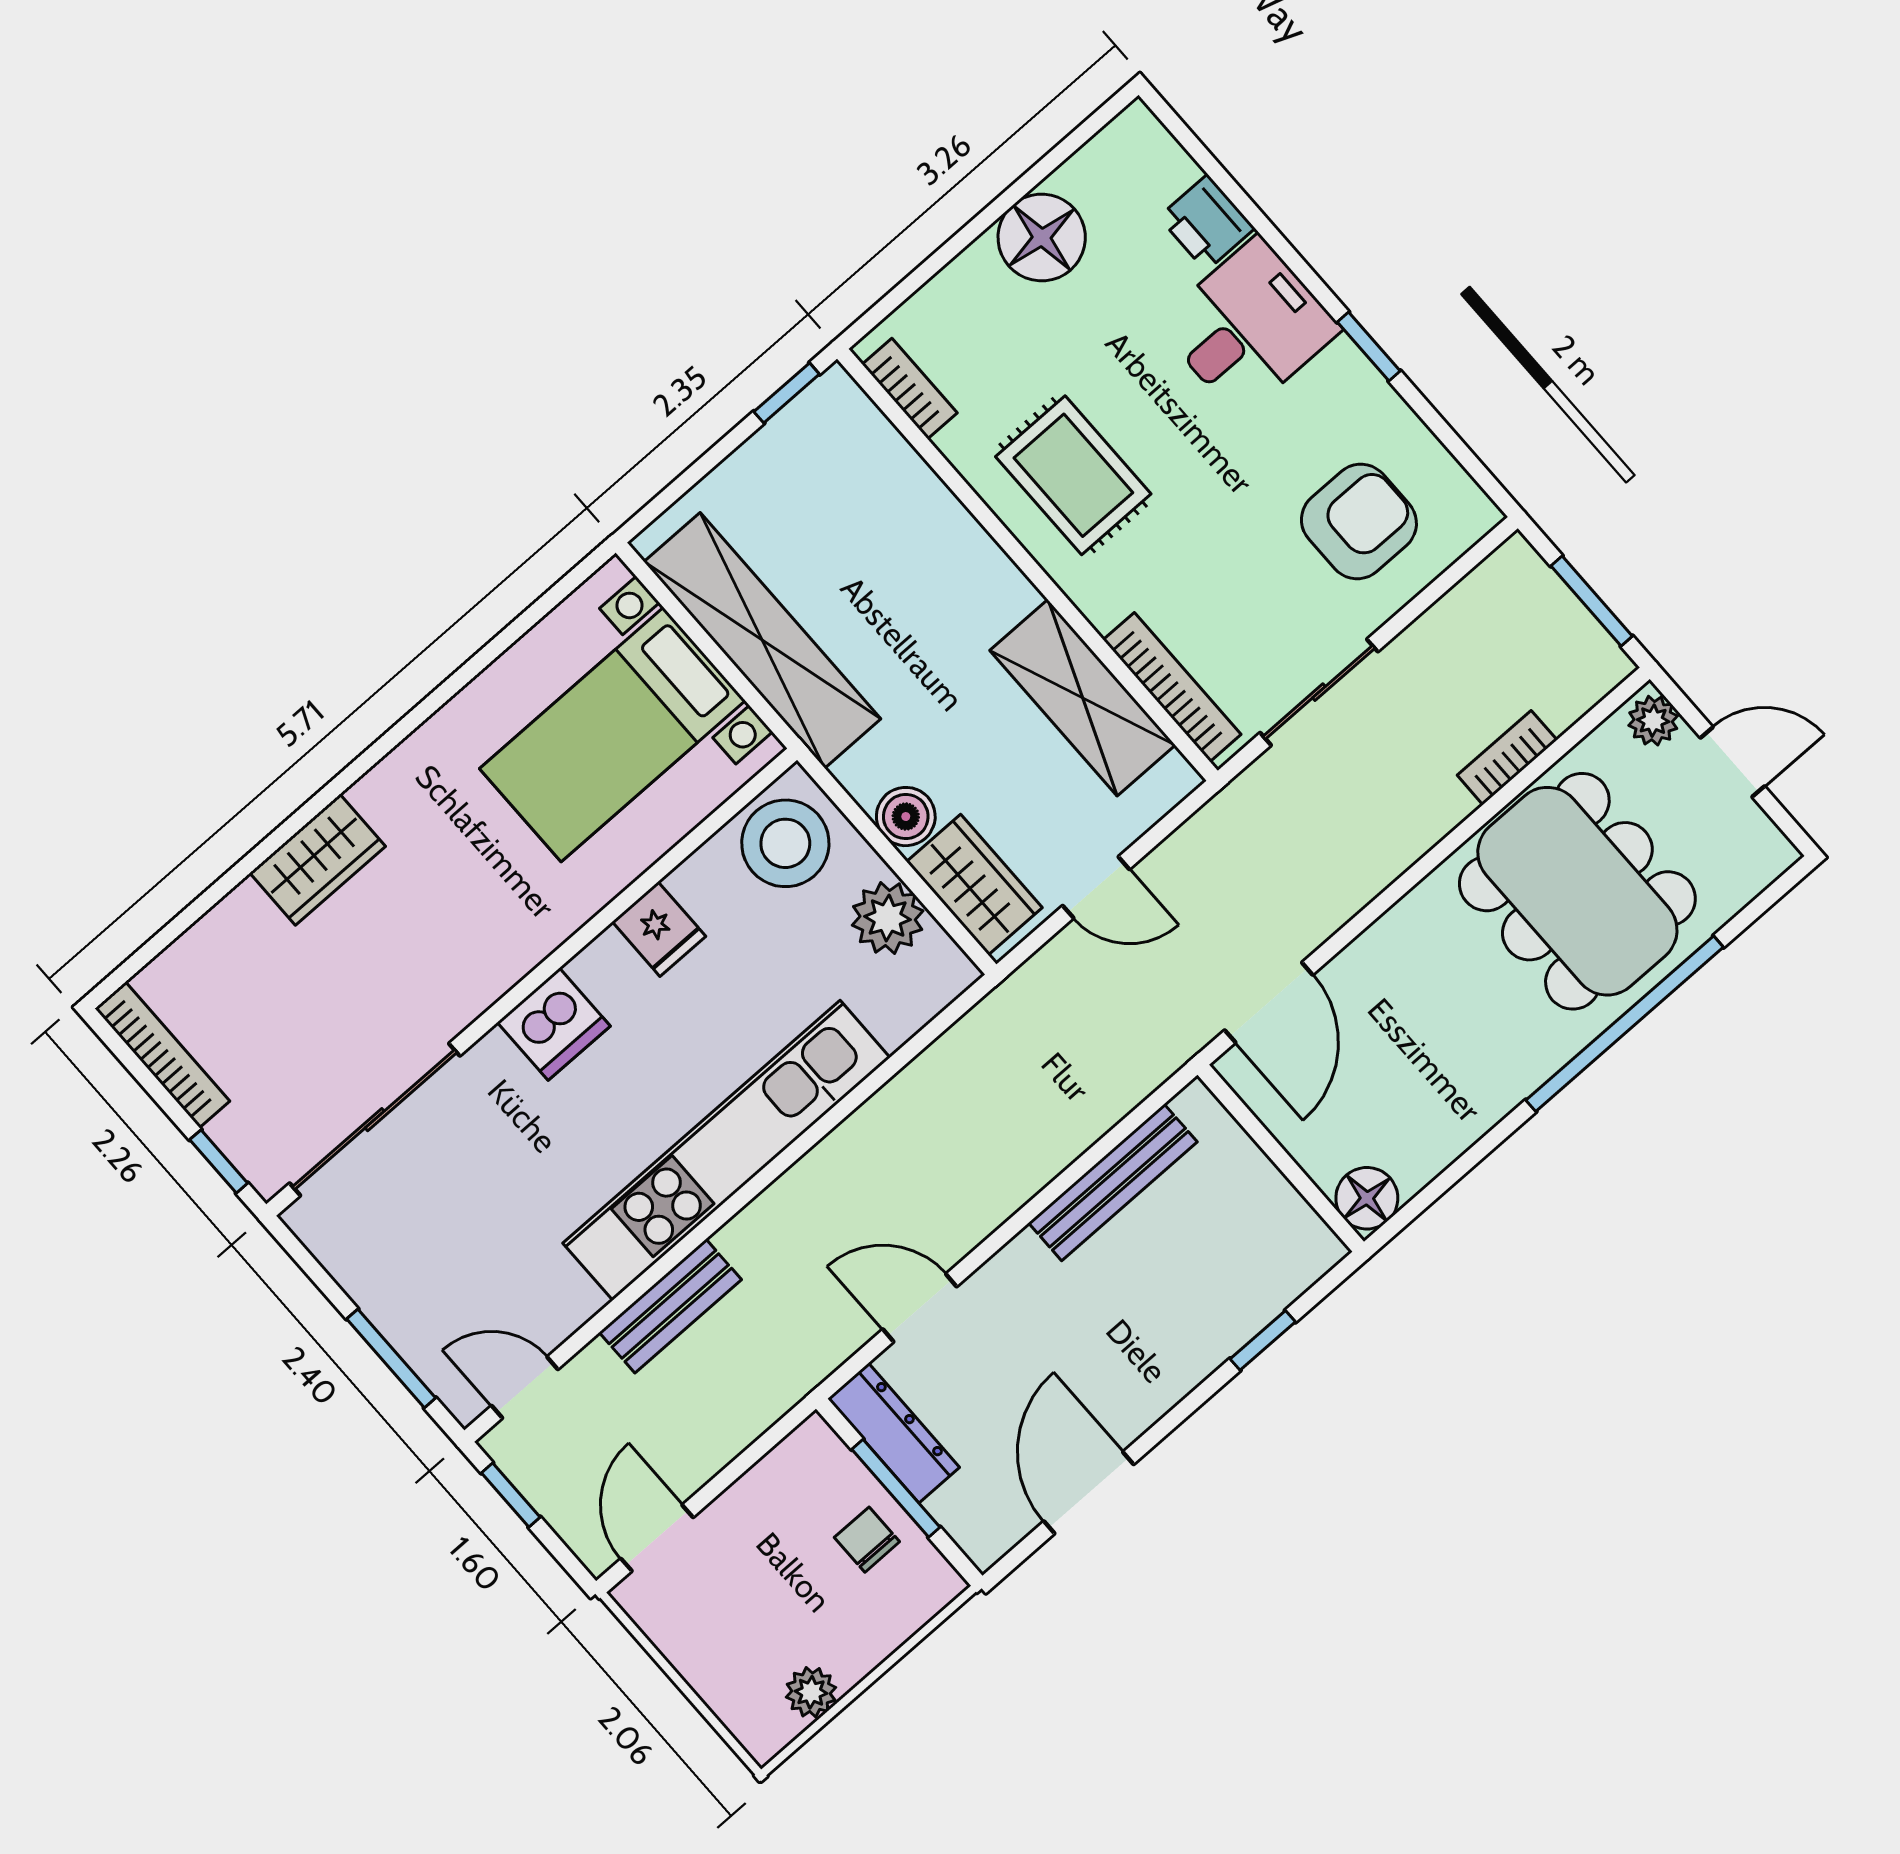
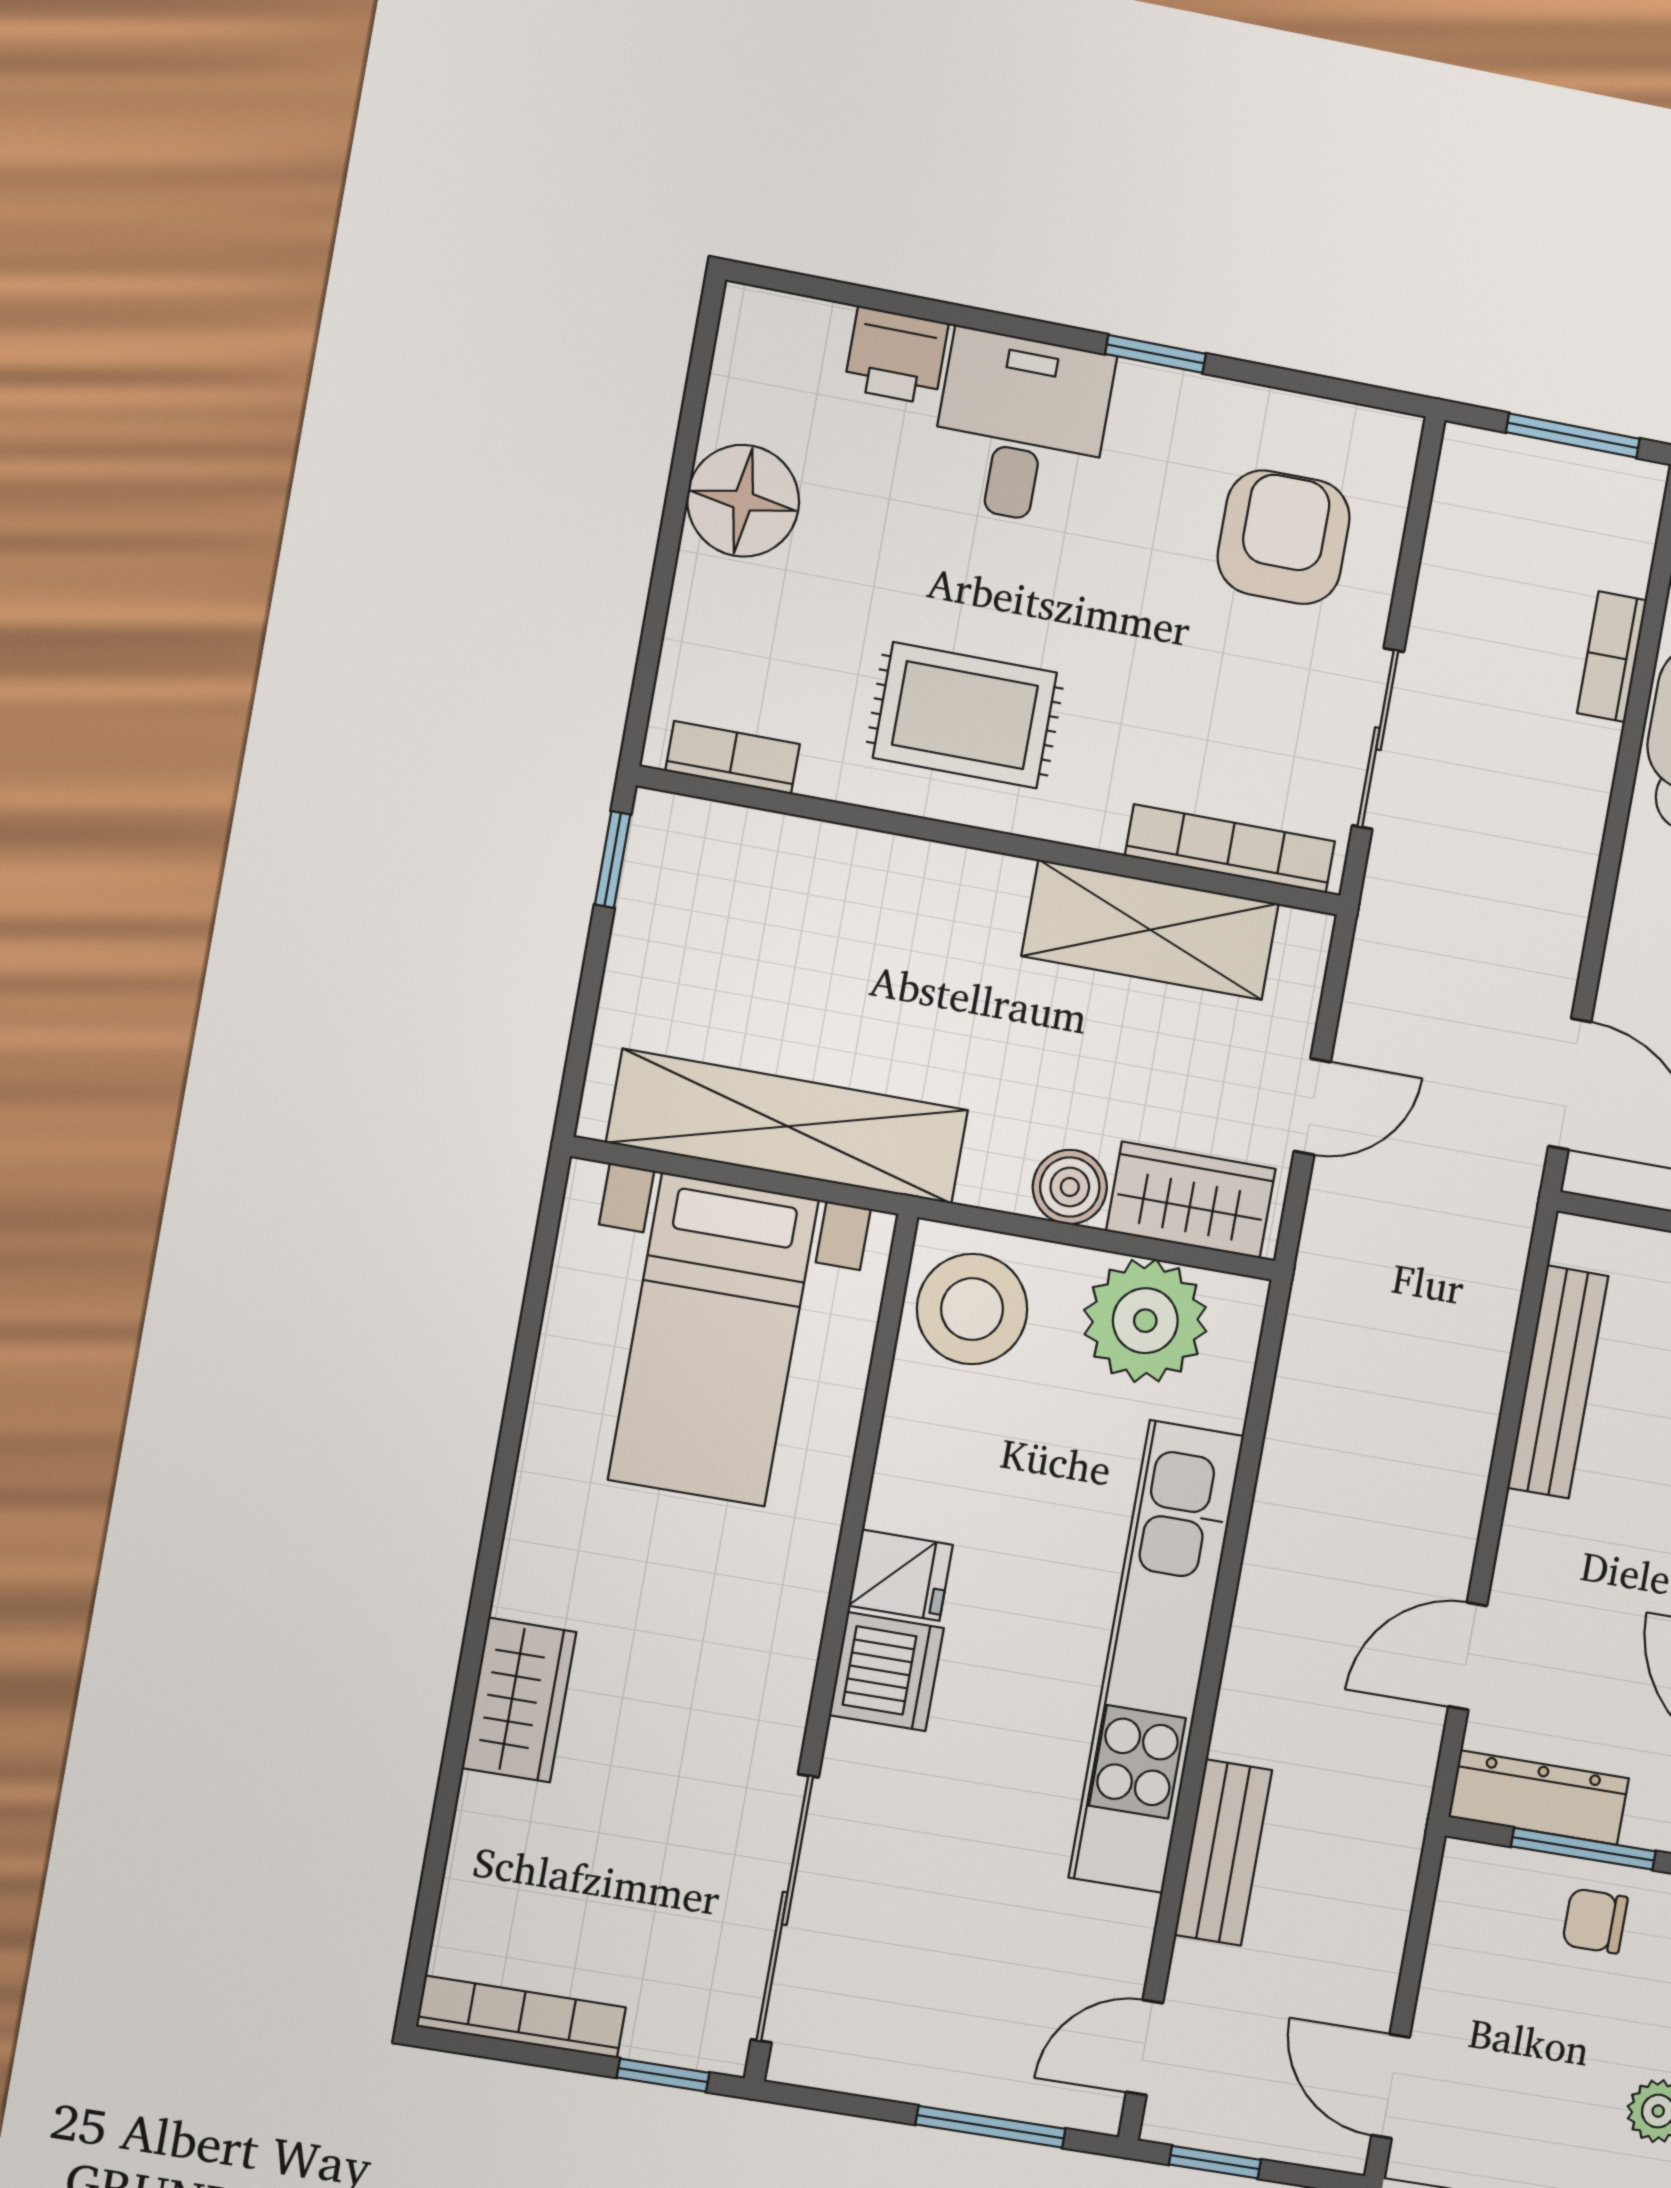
plant: (888, 918) -> (1145, 1321), width x1.36, depth x1.36
fridge: (659, 929) -> (901, 1575), moved

